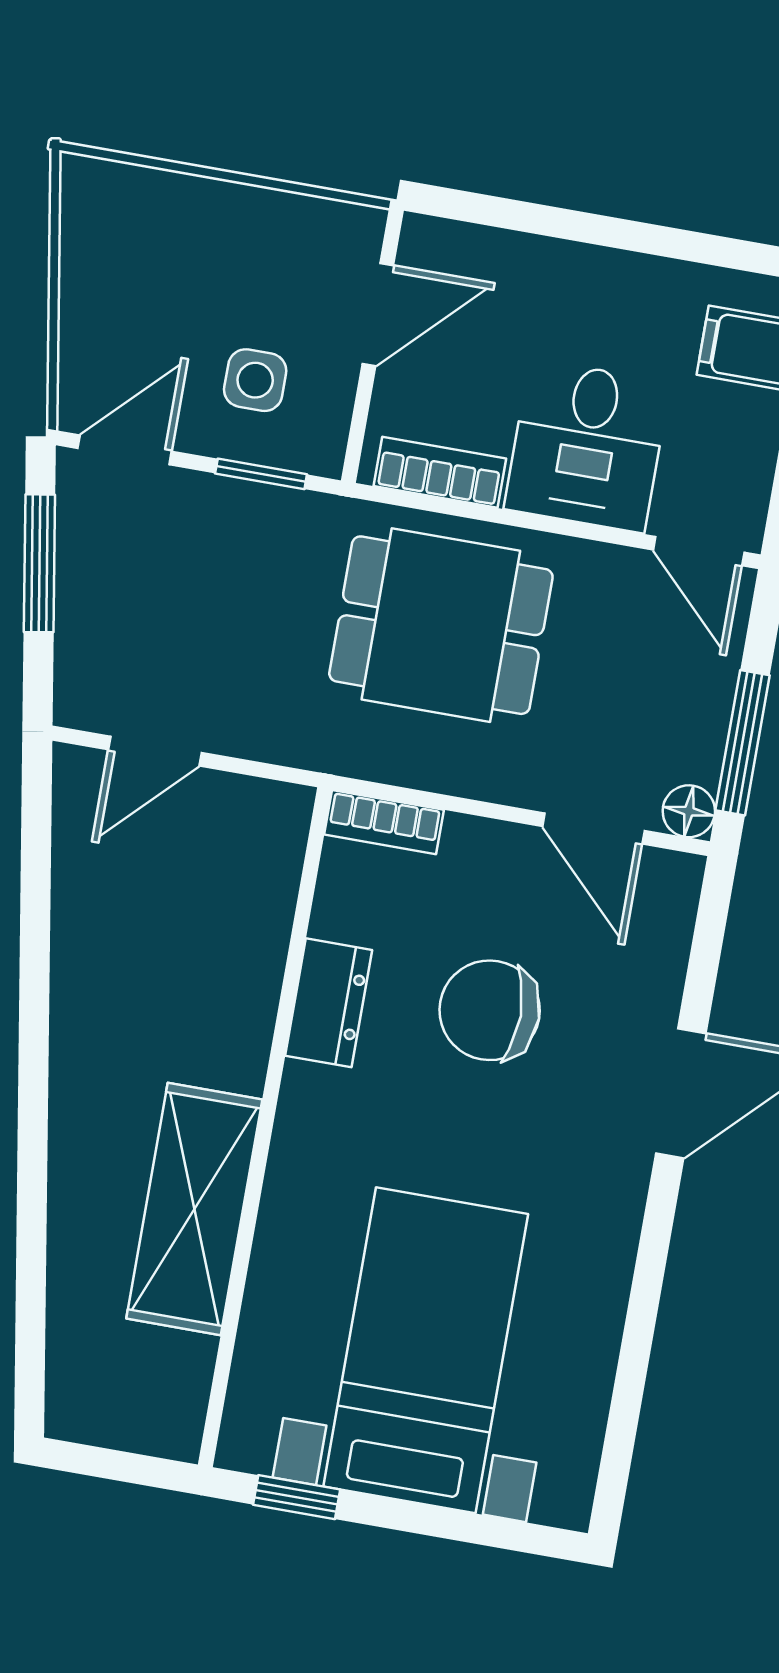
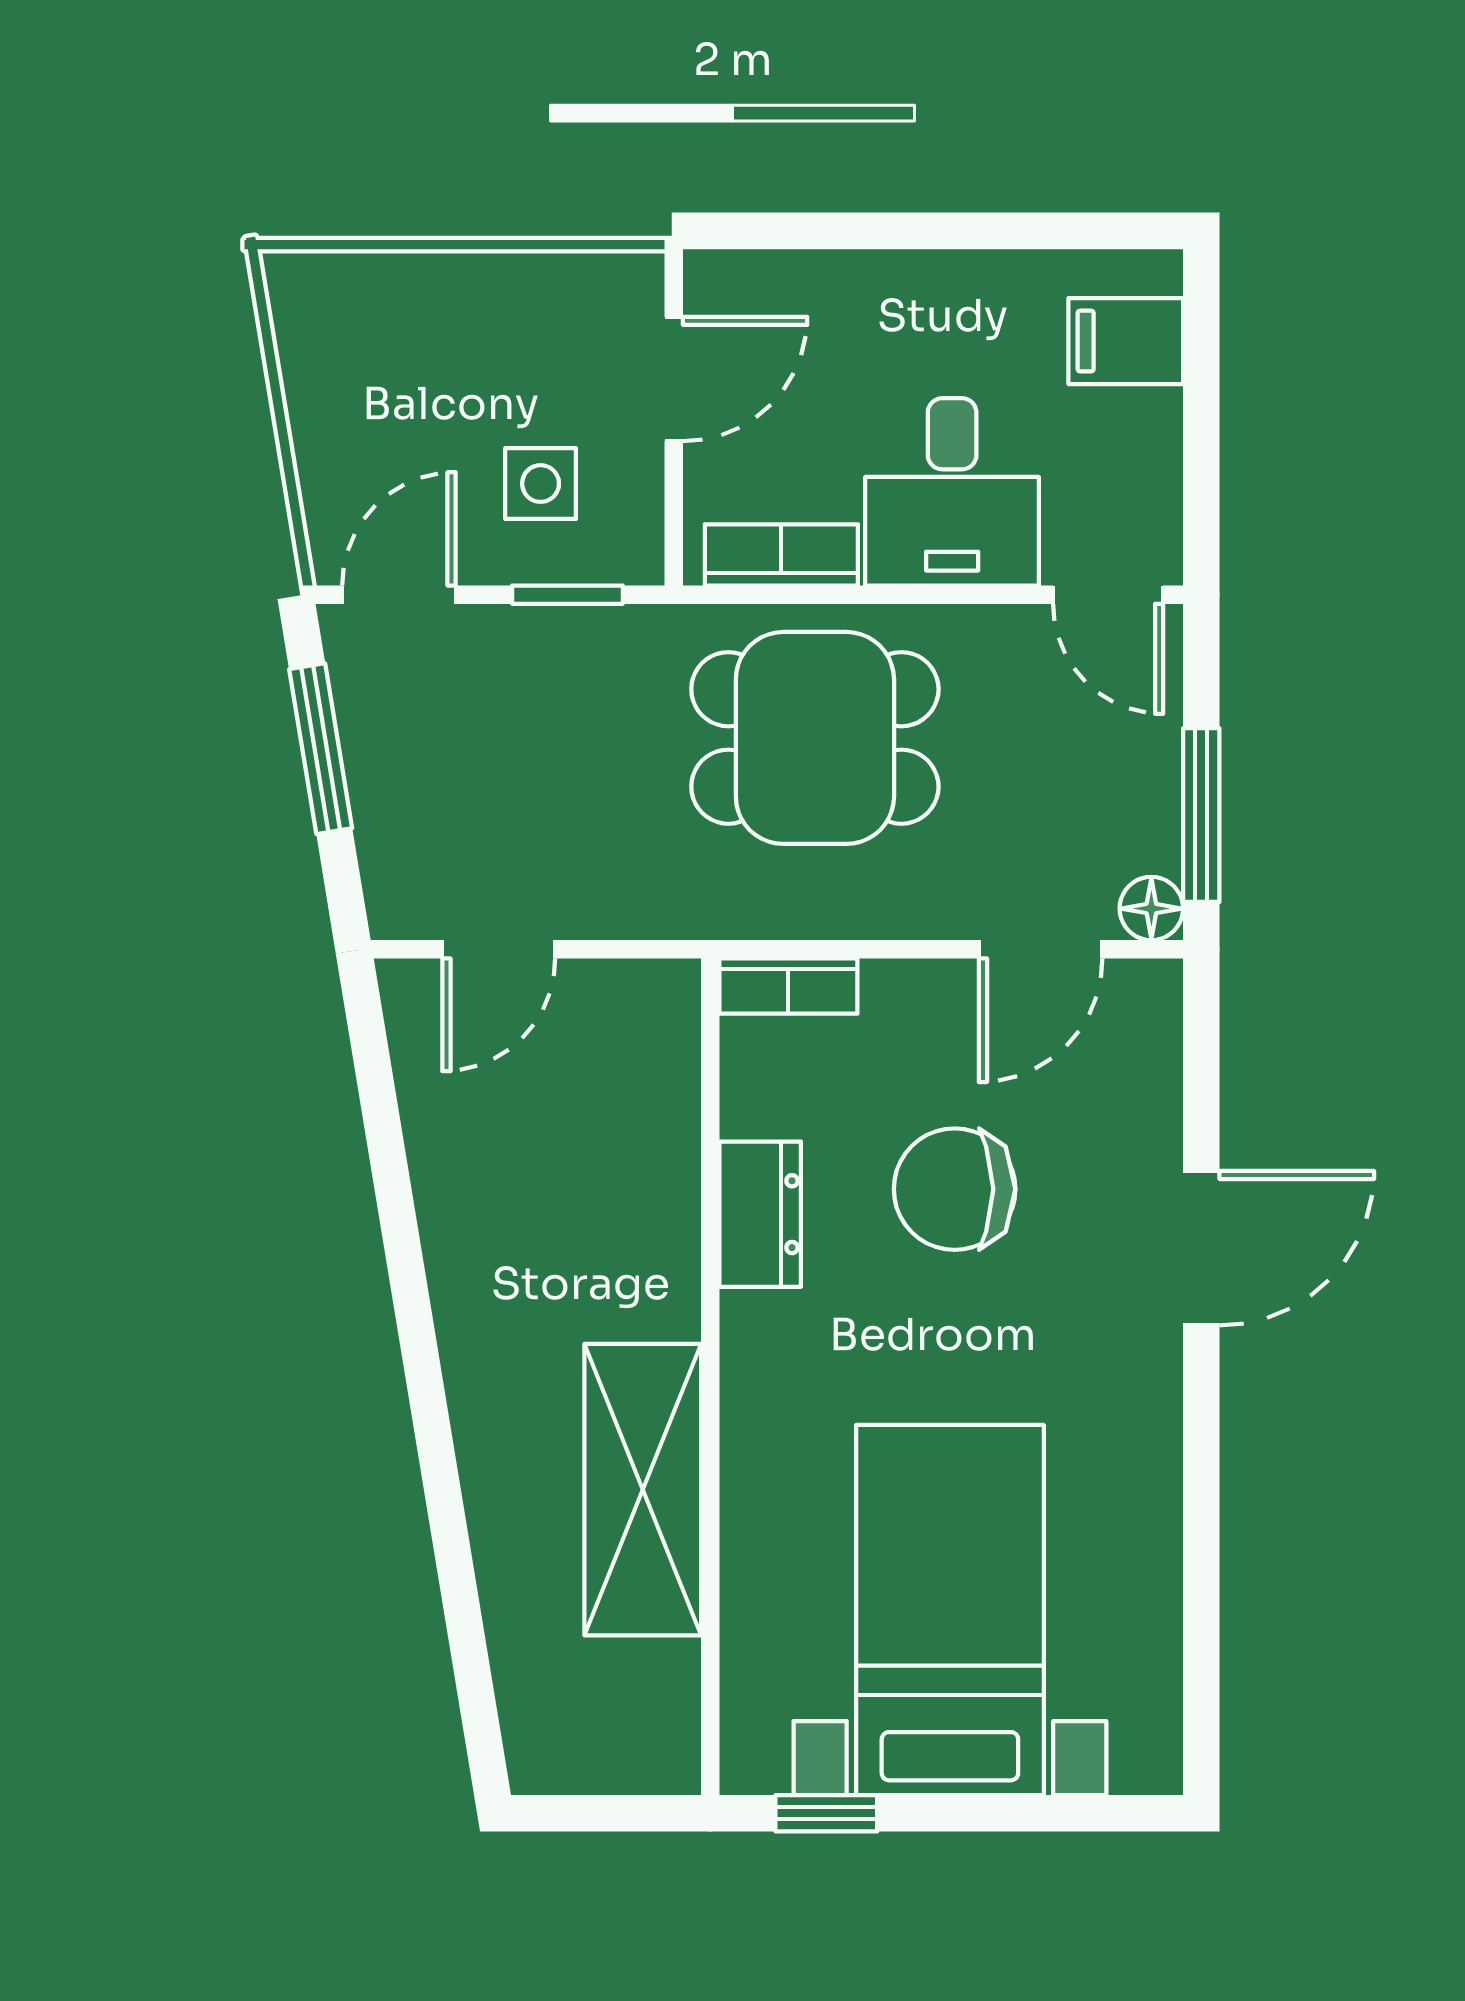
door: (593, 828) -> (1041, 949), hinge flipped

